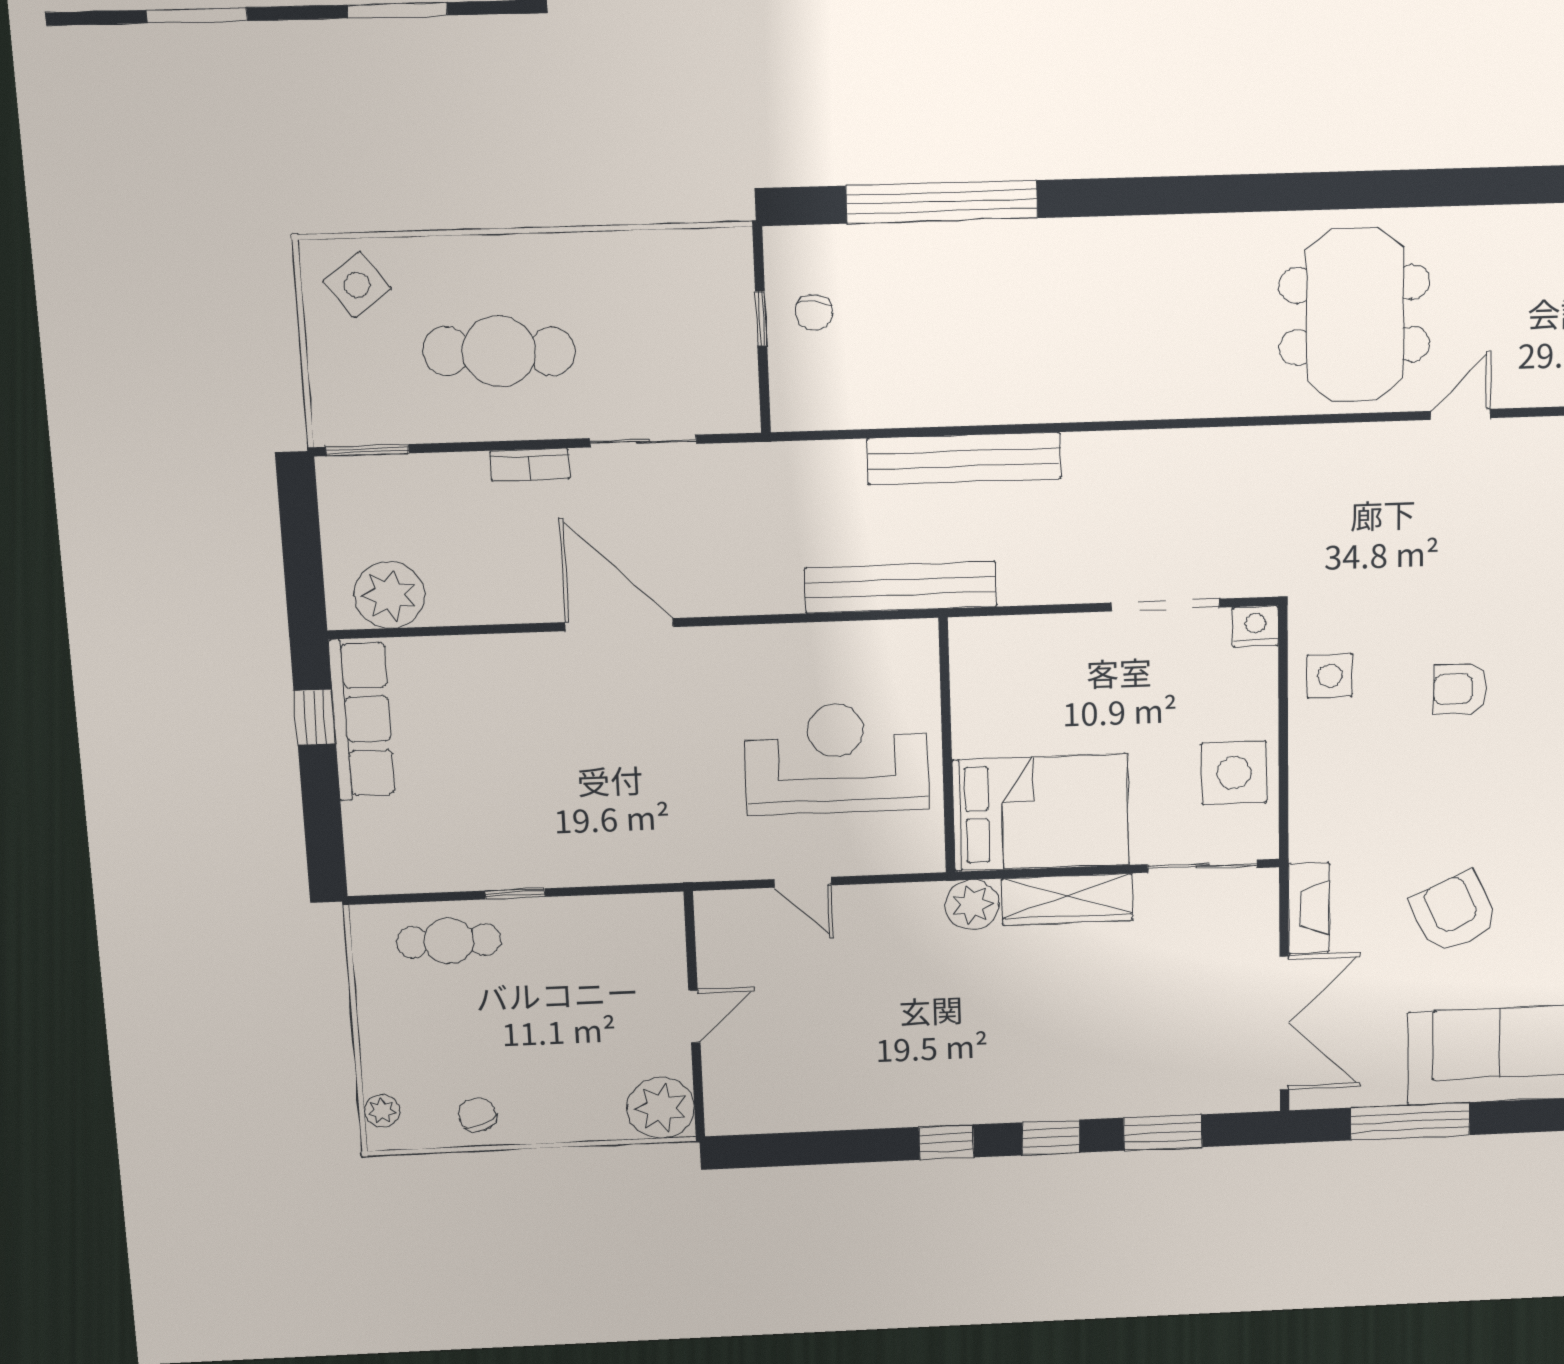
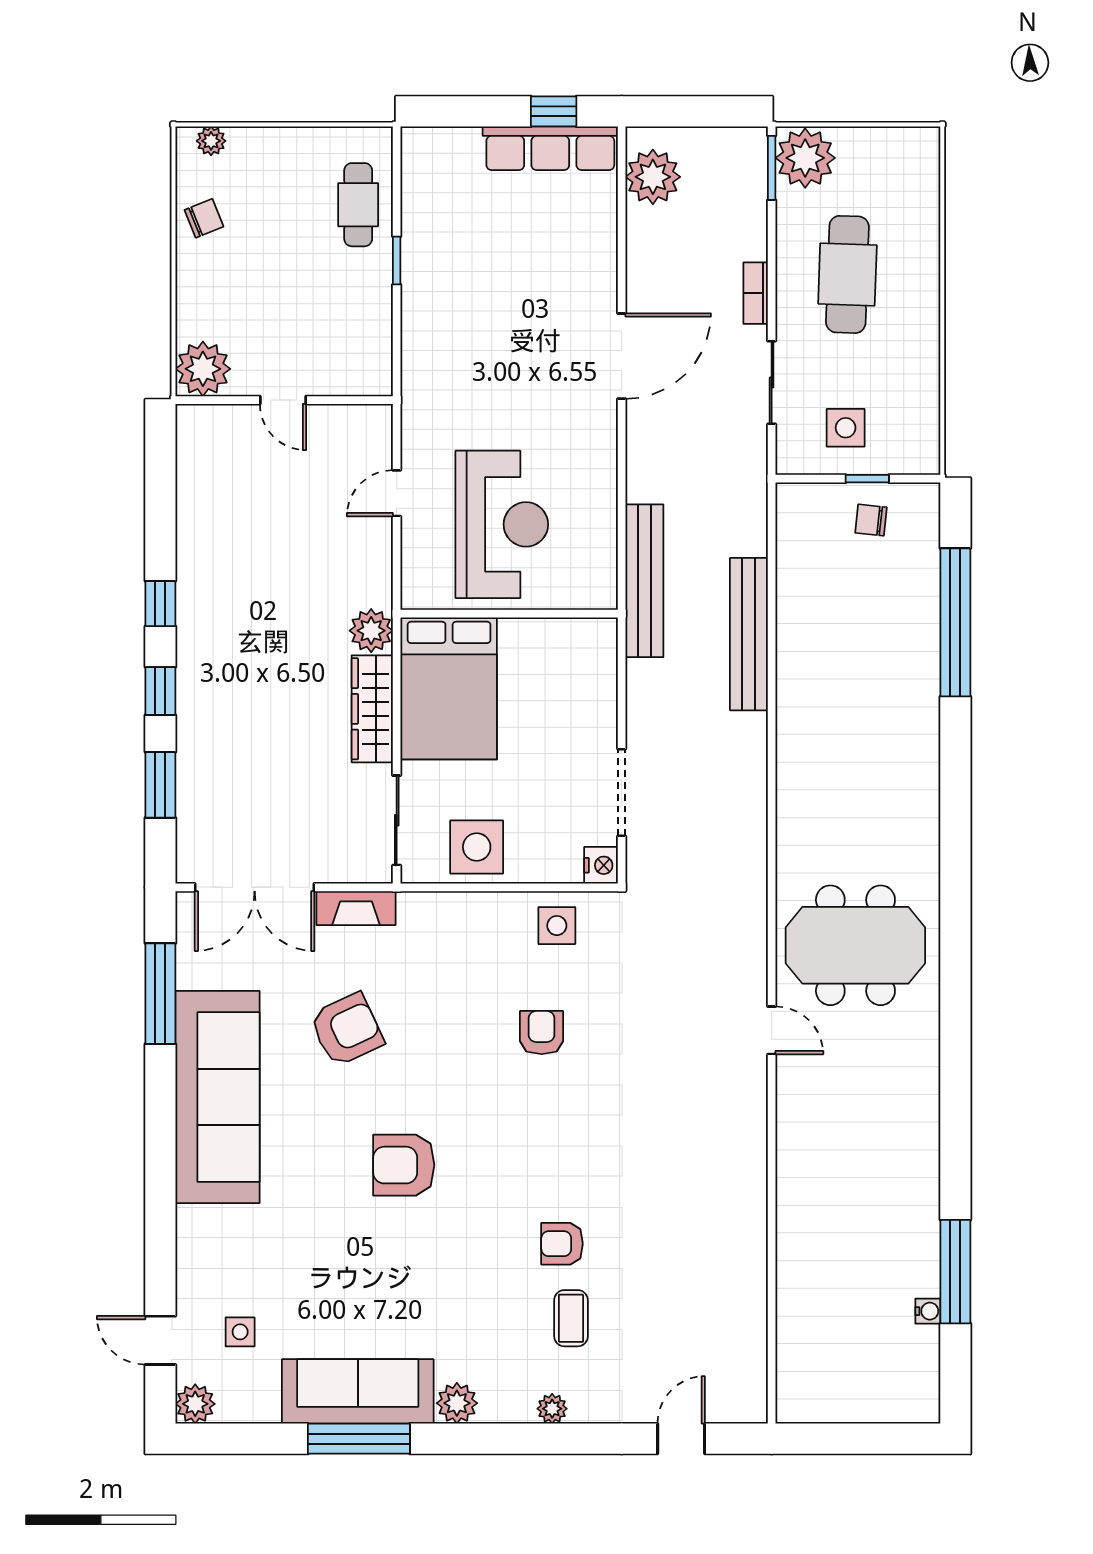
side table: (357, 285) -> (846, 428), moved, turned 37
plant: (352, 409) -> (805, 158), added

